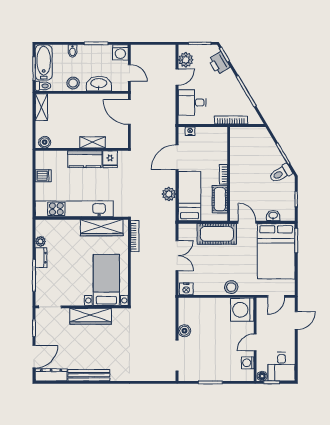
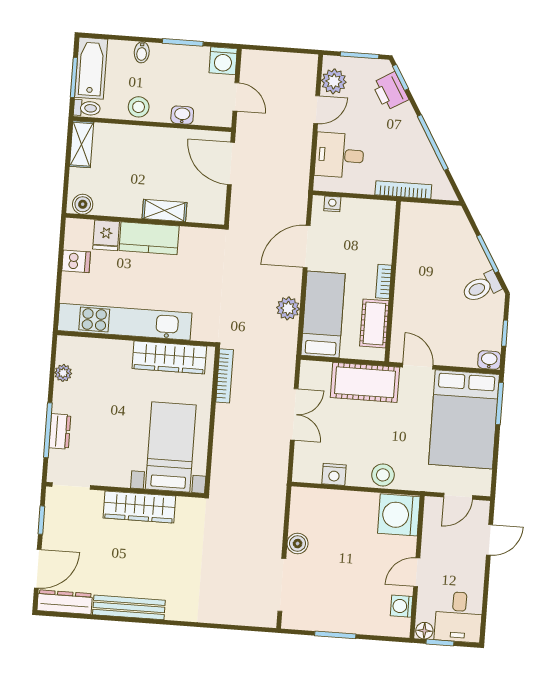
washbasin: (99, 84) -> (182, 115), width x0.52, depth x0.69
fridge: (110, 159) -> (106, 235), moved
washbasin: (273, 216) -> (489, 360), moved
dresser: (41, 258) -> (60, 431), moved
nightstand: (186, 289) -> (334, 474), moved

